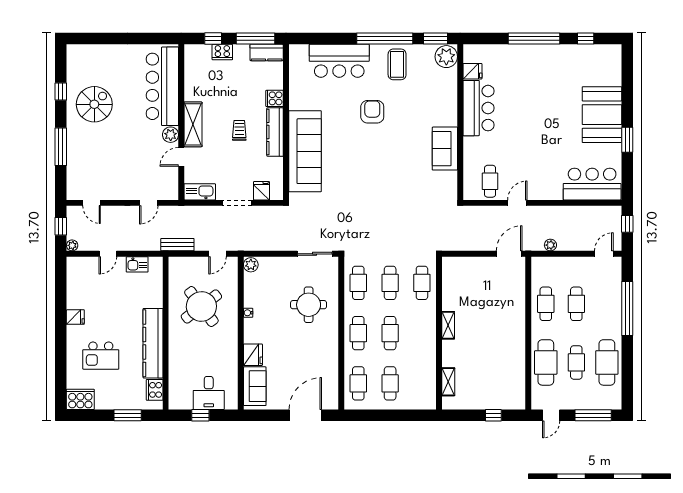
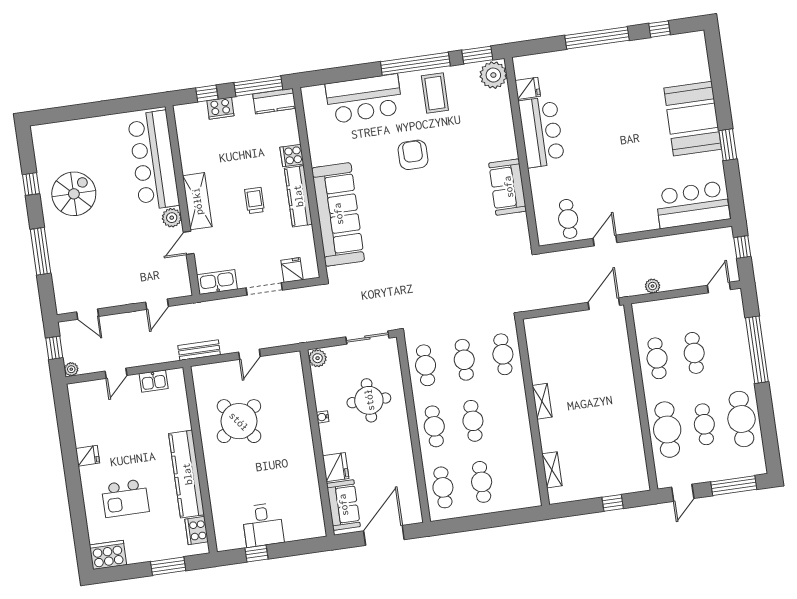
plant: (251, 265) -> (318, 358), moved
water cooler: (248, 313) -> (323, 417), moved
wall: (241, 333) -> (317, 443), moved
fridge: (253, 355) -> (336, 467), moved
sofa: (255, 386) -> (343, 505), moved

